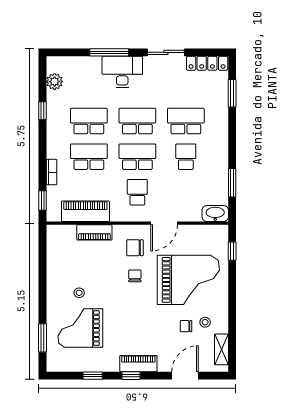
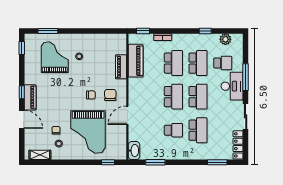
school desk: (137, 192) -> (223, 63), moved
door: (164, 223) -> (127, 115), hinge flipped
window: (93, 376) -> (22, 48), moved
door: (185, 376) -> (22, 119), moved

